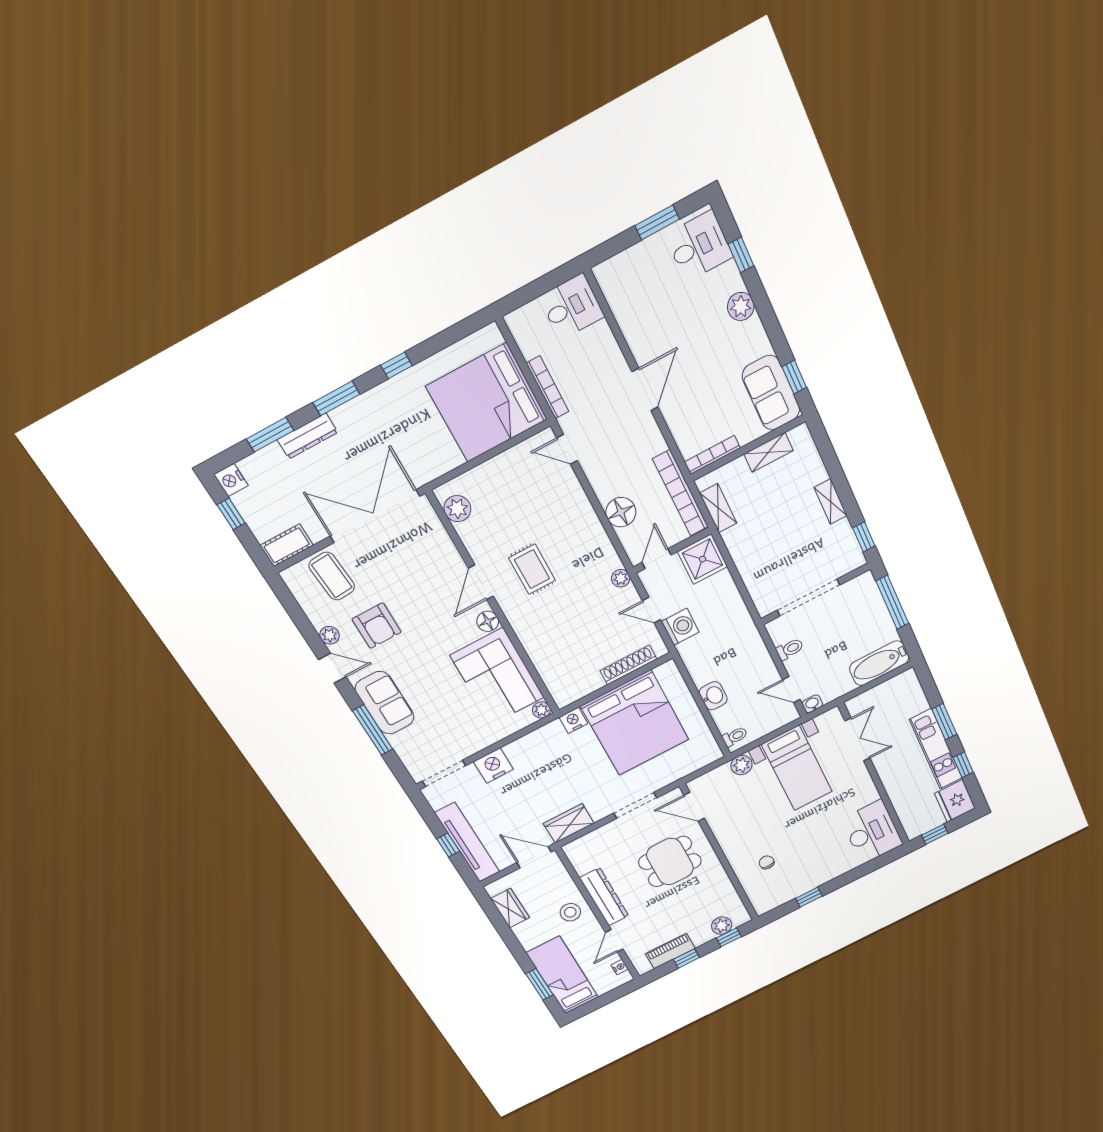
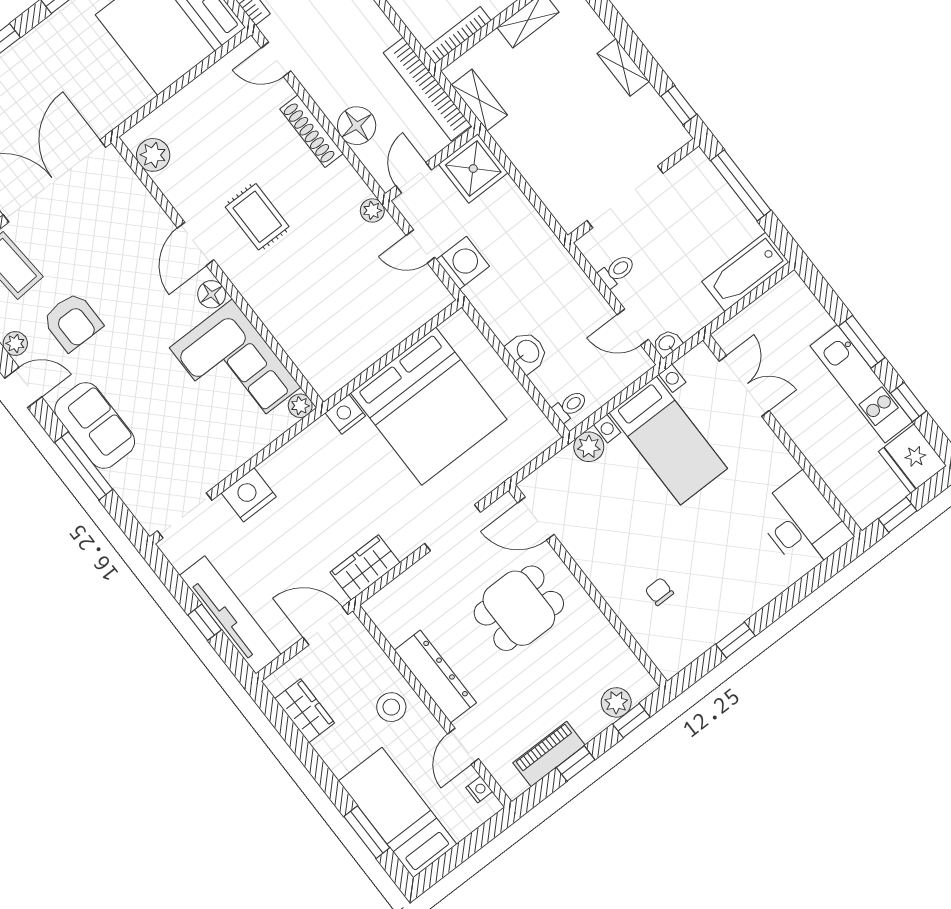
shoe rack: (628, 665) -> (311, 131), moved, turned -90

